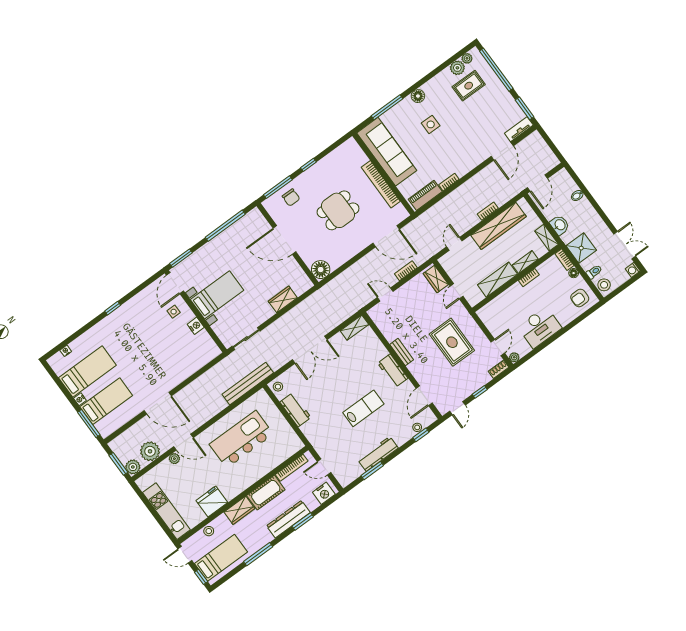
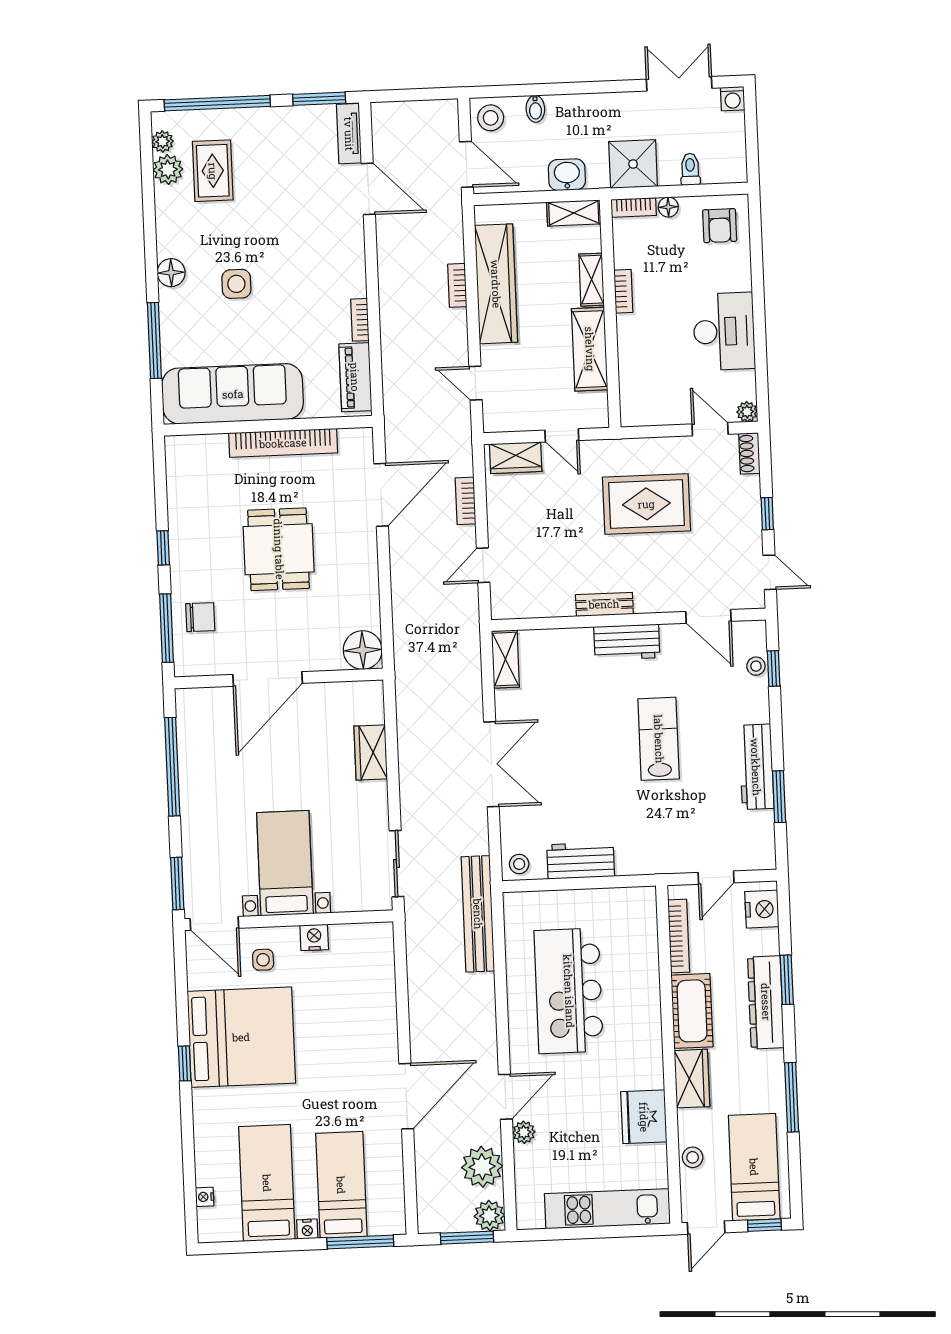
stool: (604, 285) -> (491, 118), moved
bed: (138, 323) -> (241, 1037), added

